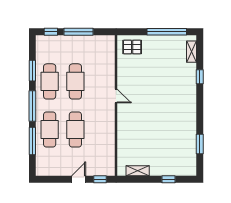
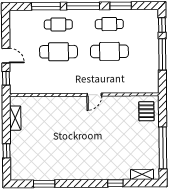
cafe table: (50, 81) -> (109, 24), width x0.73, depth x0.74
cafe table: (50, 130) -> (58, 24), width x0.73, depth x0.74

